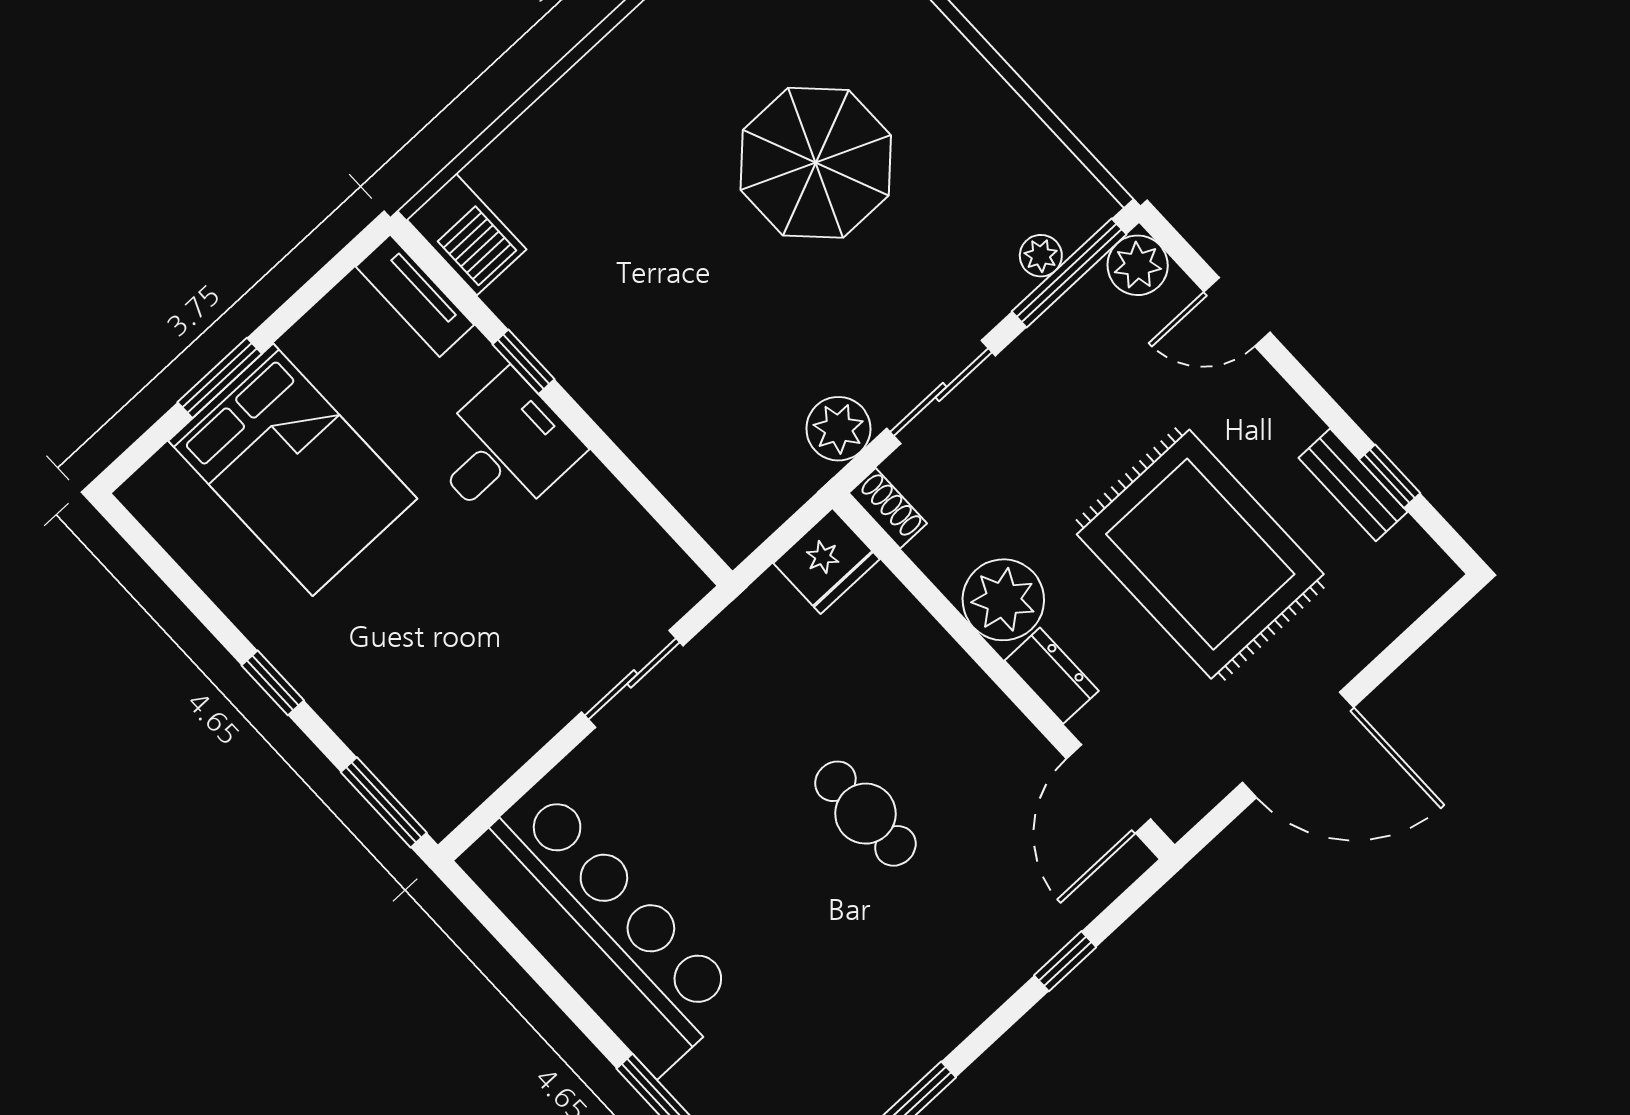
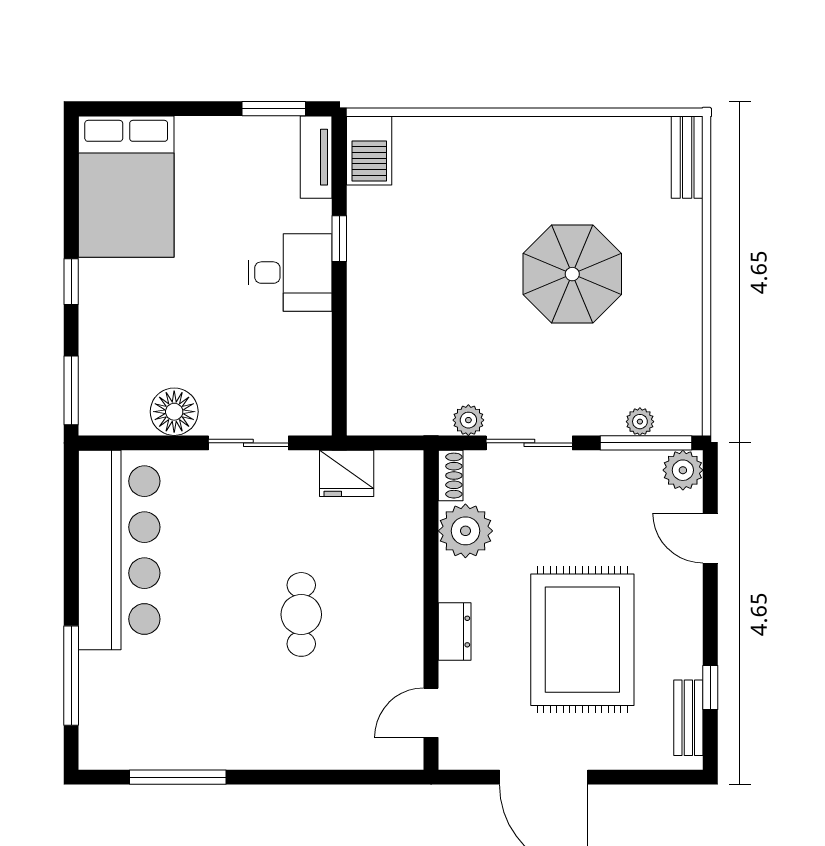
window: (220, 378) -> (274, 109), moved
plant: (838, 429) -> (468, 420), width x0.73, depth x0.73
bed: (293, 470) -> (126, 187), moved
bench: (1353, 485) -> (688, 718), moved
fridge: (826, 561) -> (347, 473), moved
plant: (1003, 600) -> (465, 531), moved
floor lamp: (519, 720) -> (174, 412), added
door: (1108, 789) -> (431, 713), width x0.73
window: (1065, 961) -> (332, 777), removed

